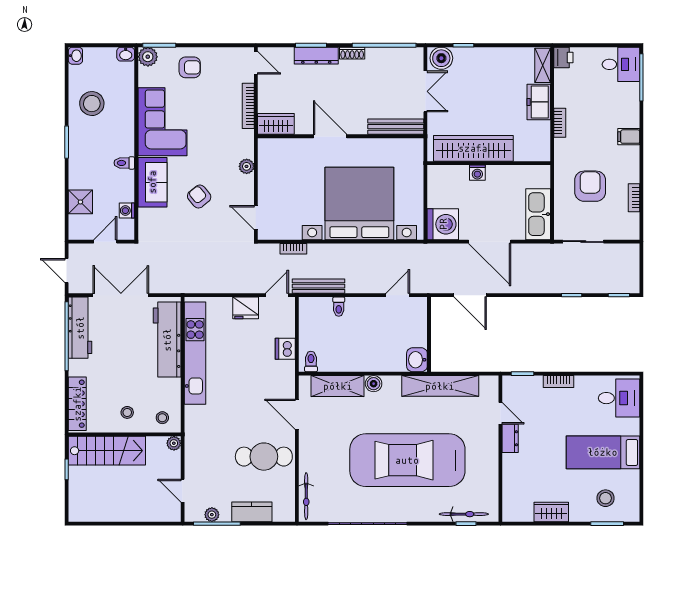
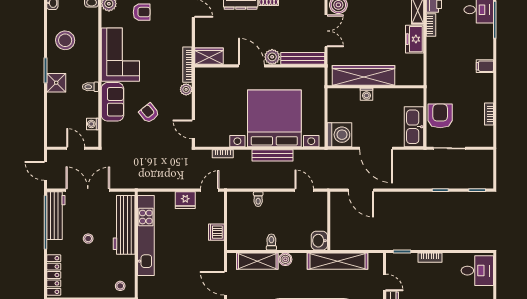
bookcase: (248, 106) -> (187, 65), moved
bookcase: (560, 123) -> (431, 25), moved
plant: (357, 125) -> (272, 57), added
armchair: (590, 186) -> (440, 116), moved
shower: (80, 202) -> (56, 83), moved
door: (105, 242) -> (76, 148), hinge flipped
bench: (318, 286) -> (273, 155), moved
door: (398, 295) -> (304, 190), hinge flipped
toilet: (311, 361) -> (271, 242), moved
stool: (127, 412) -> (88, 239), moved

